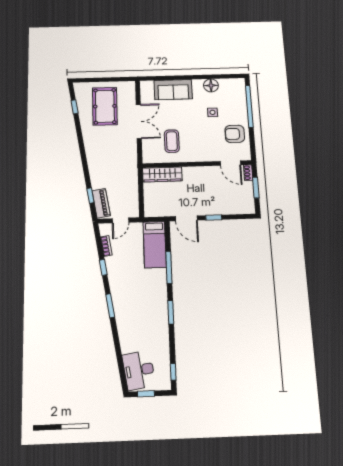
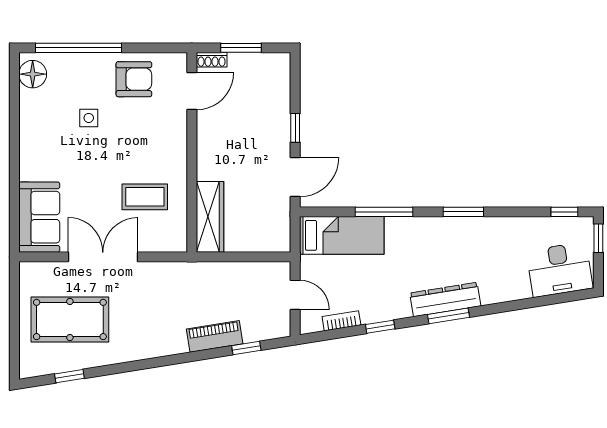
floor lamp: (211, 85) -> (33, 74), moved
sofa: (173, 90) -> (39, 217), moved
armchair: (235, 134) -> (134, 79), turned -90
piano: (101, 203) -> (215, 336), moved
dresser: (120, 304) -> (445, 299), added
window: (146, 394) -> (598, 238), moved

